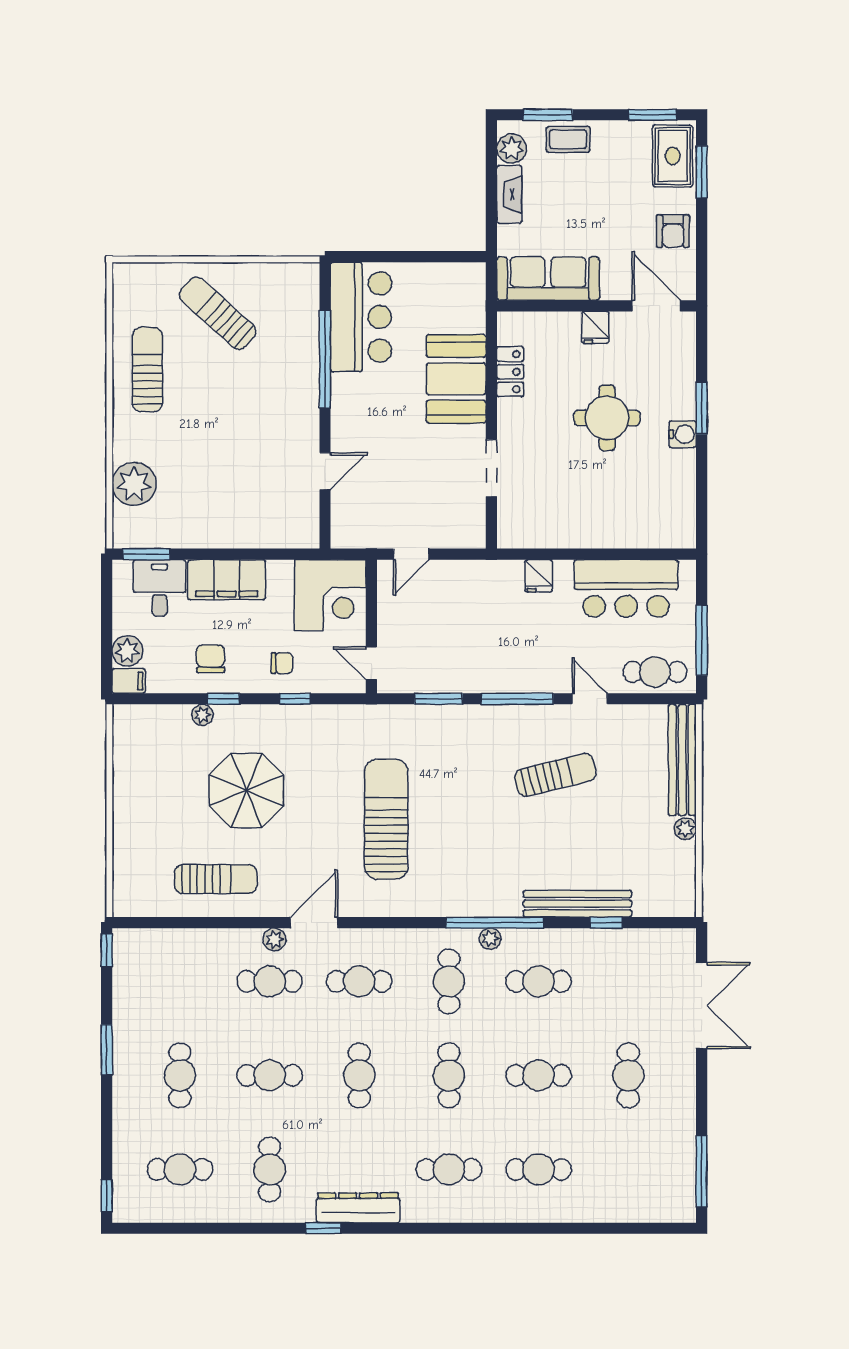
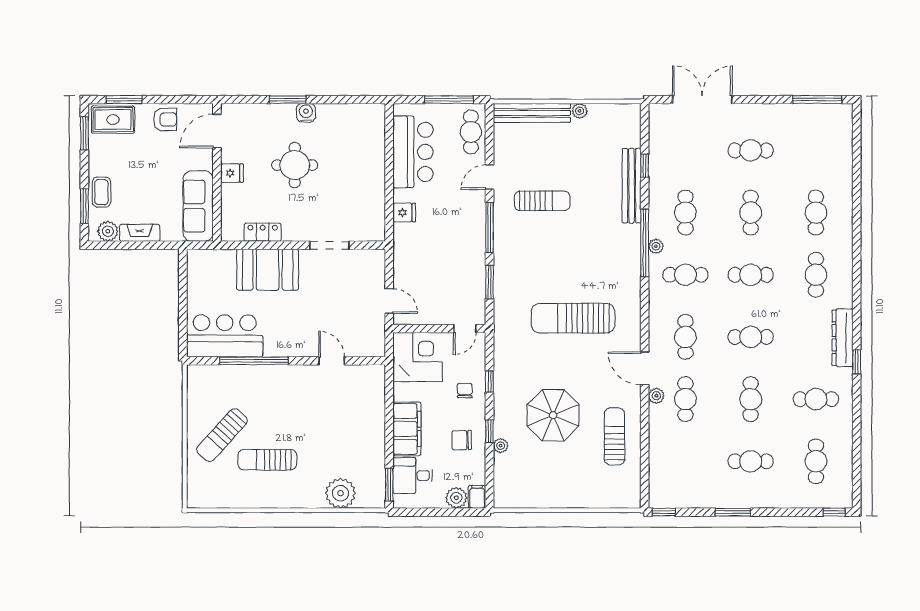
sun lounger: (147, 370) -> (267, 460), moved
sun lounger: (555, 775) -> (542, 201), turned 104

